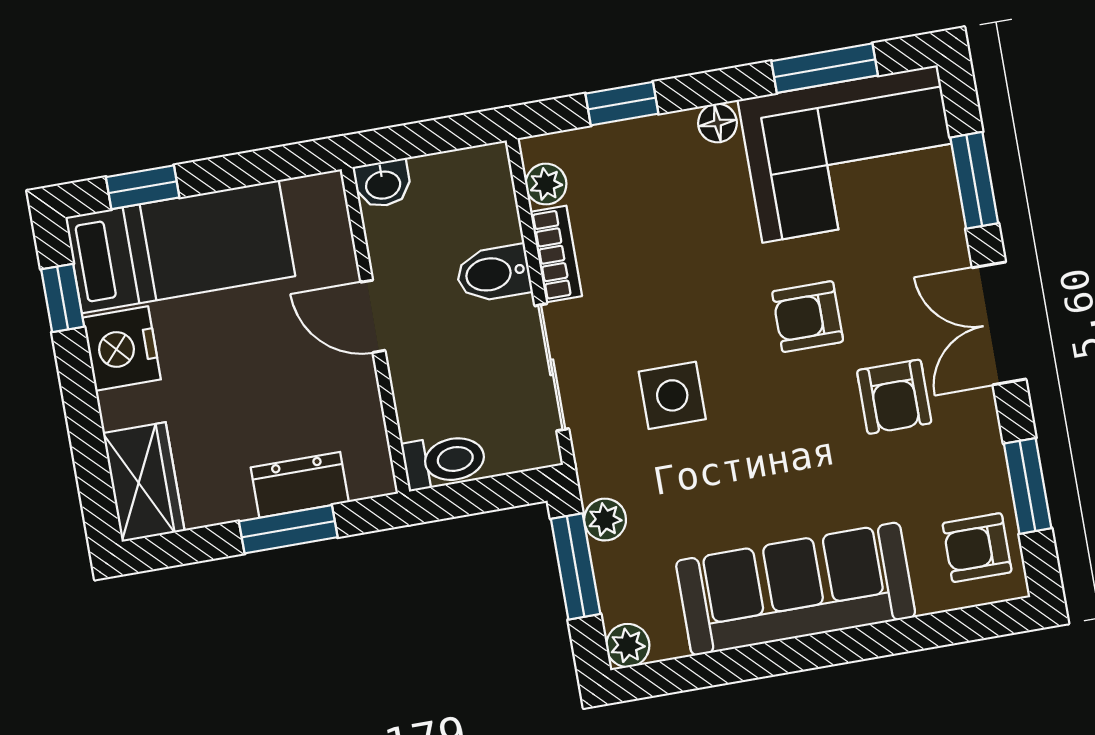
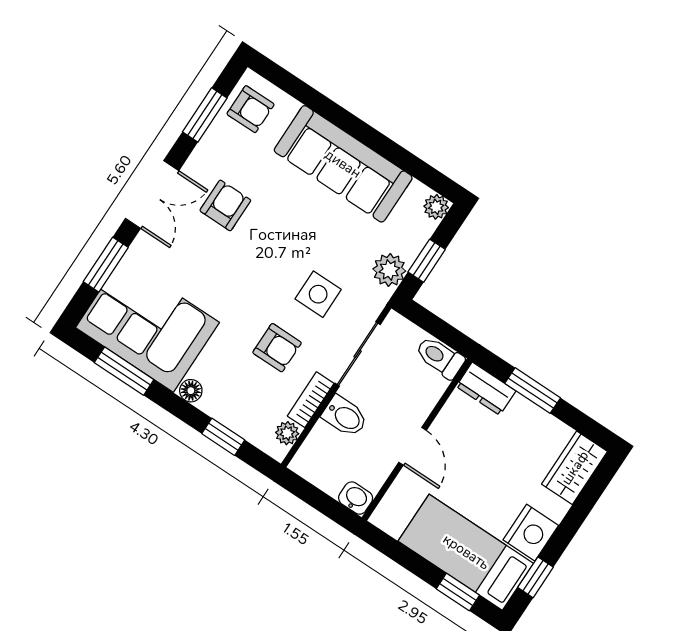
armchair: (808, 317) -> (277, 348), moved
dresser: (300, 485) -> (486, 389), moved
plant: (605, 520) -> (389, 270), width x1.38, depth x1.38
window: (576, 566) -> (427, 261), width x0.67

